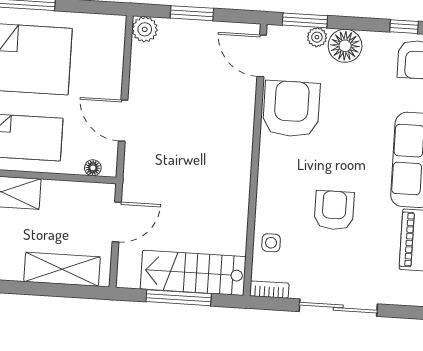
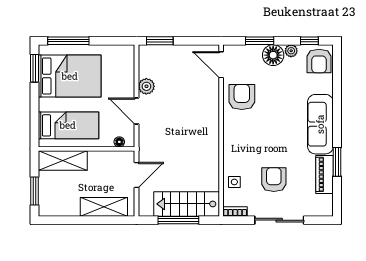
window: (192, 13) -> (160, 41), moved
window: (305, 20) -> (260, 41), moved
plant: (145, 29) -> (146, 86), moved
plant: (317, 37) -> (291, 51), moved
armchair: (291, 109) -> (242, 97), width x0.73, depth x0.73
armchair: (334, 210) -> (274, 180), moved

